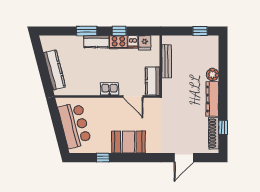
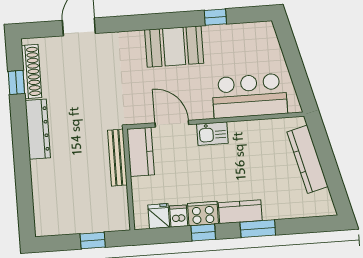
window: (200, 31) -> (93, 240), moved
bench: (167, 61) -> (117, 158), moved
plant: (212, 75) -> (41, 170), removed
bar counter: (75, 125) -> (250, 96), moved, turned 105

